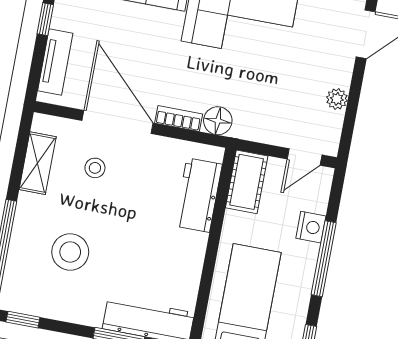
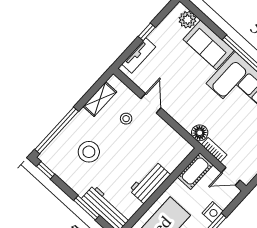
bookcase: (179, 119) -> (214, 150), moved
door: (118, 122) -> (151, 103), width x0.53
workbench: (198, 195) -> (150, 182), moved

